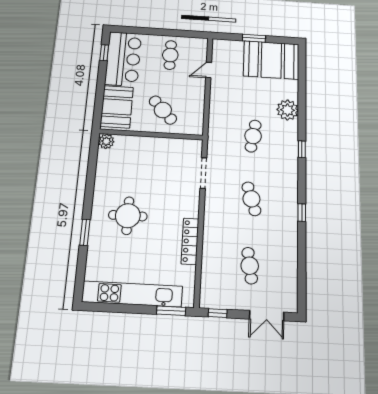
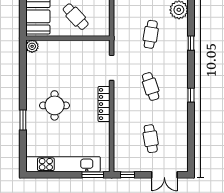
locker: (190, 241) -> (104, 104), moved

